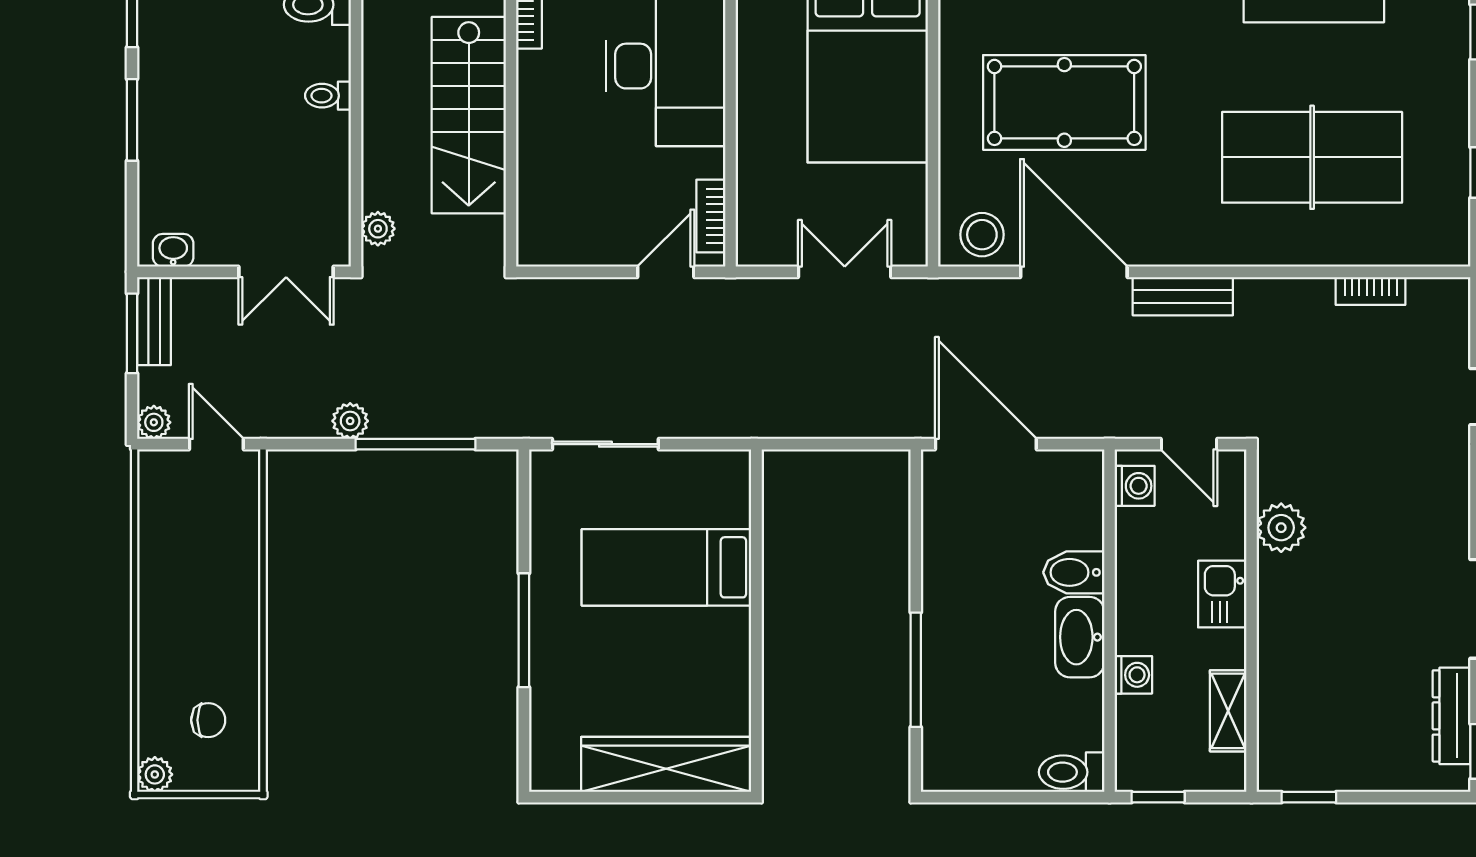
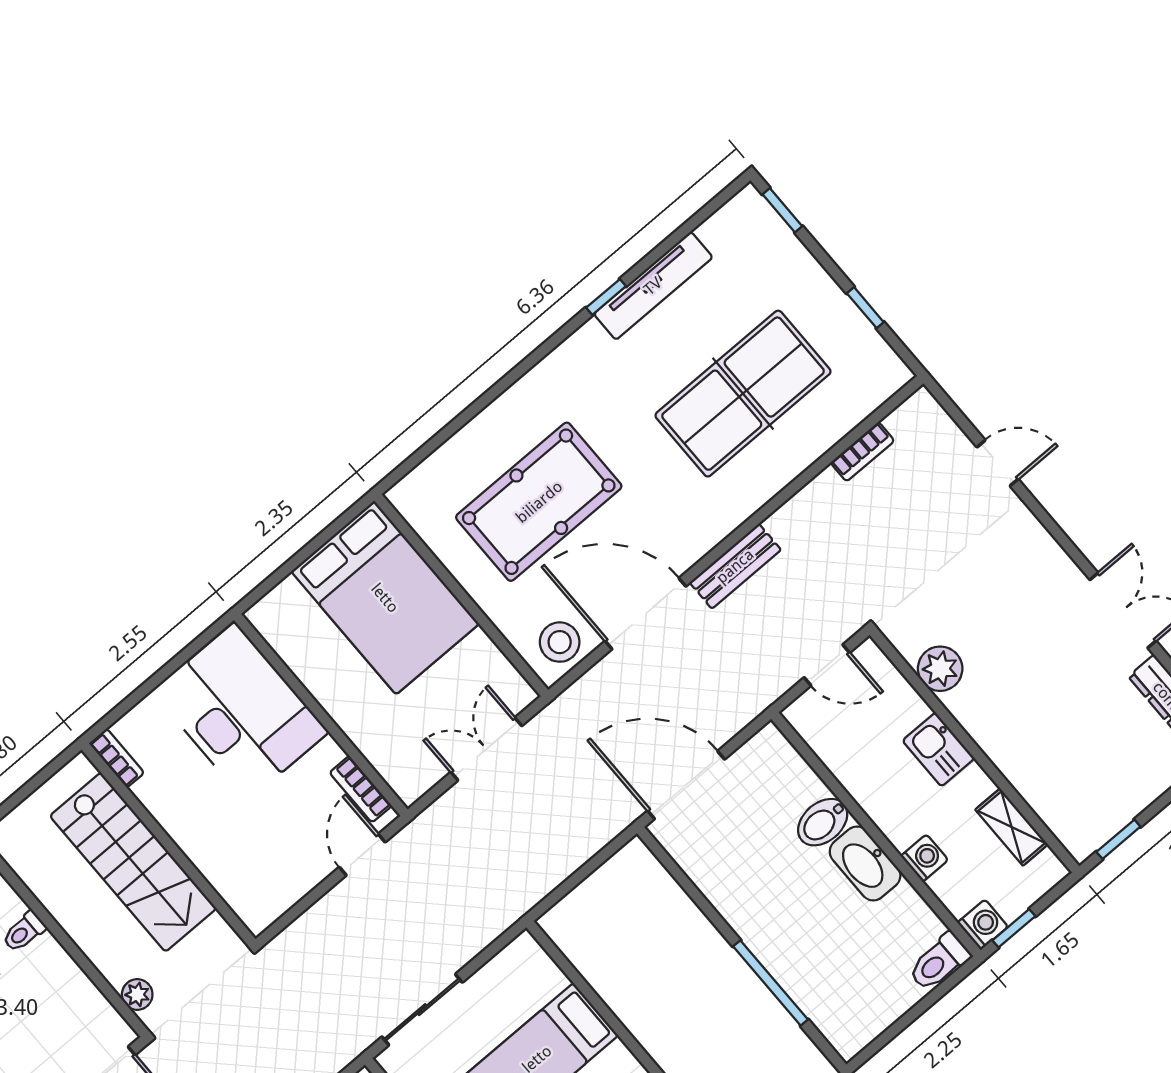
washing machine: (1135, 486) -> (983, 925), moved

